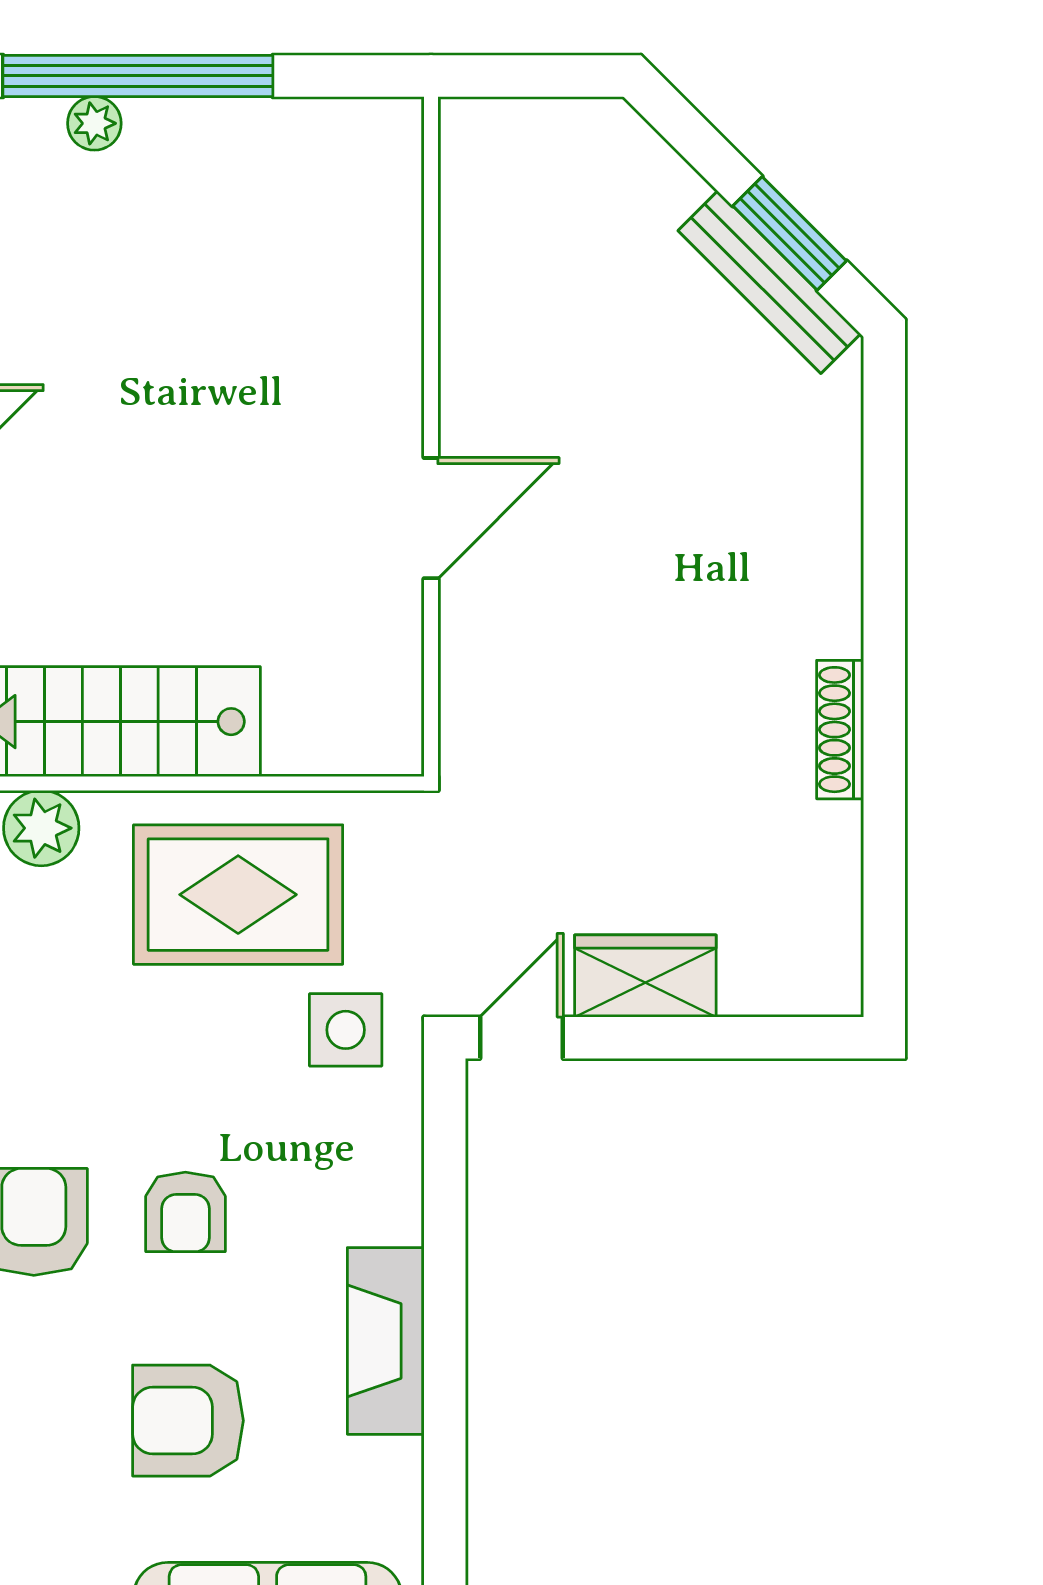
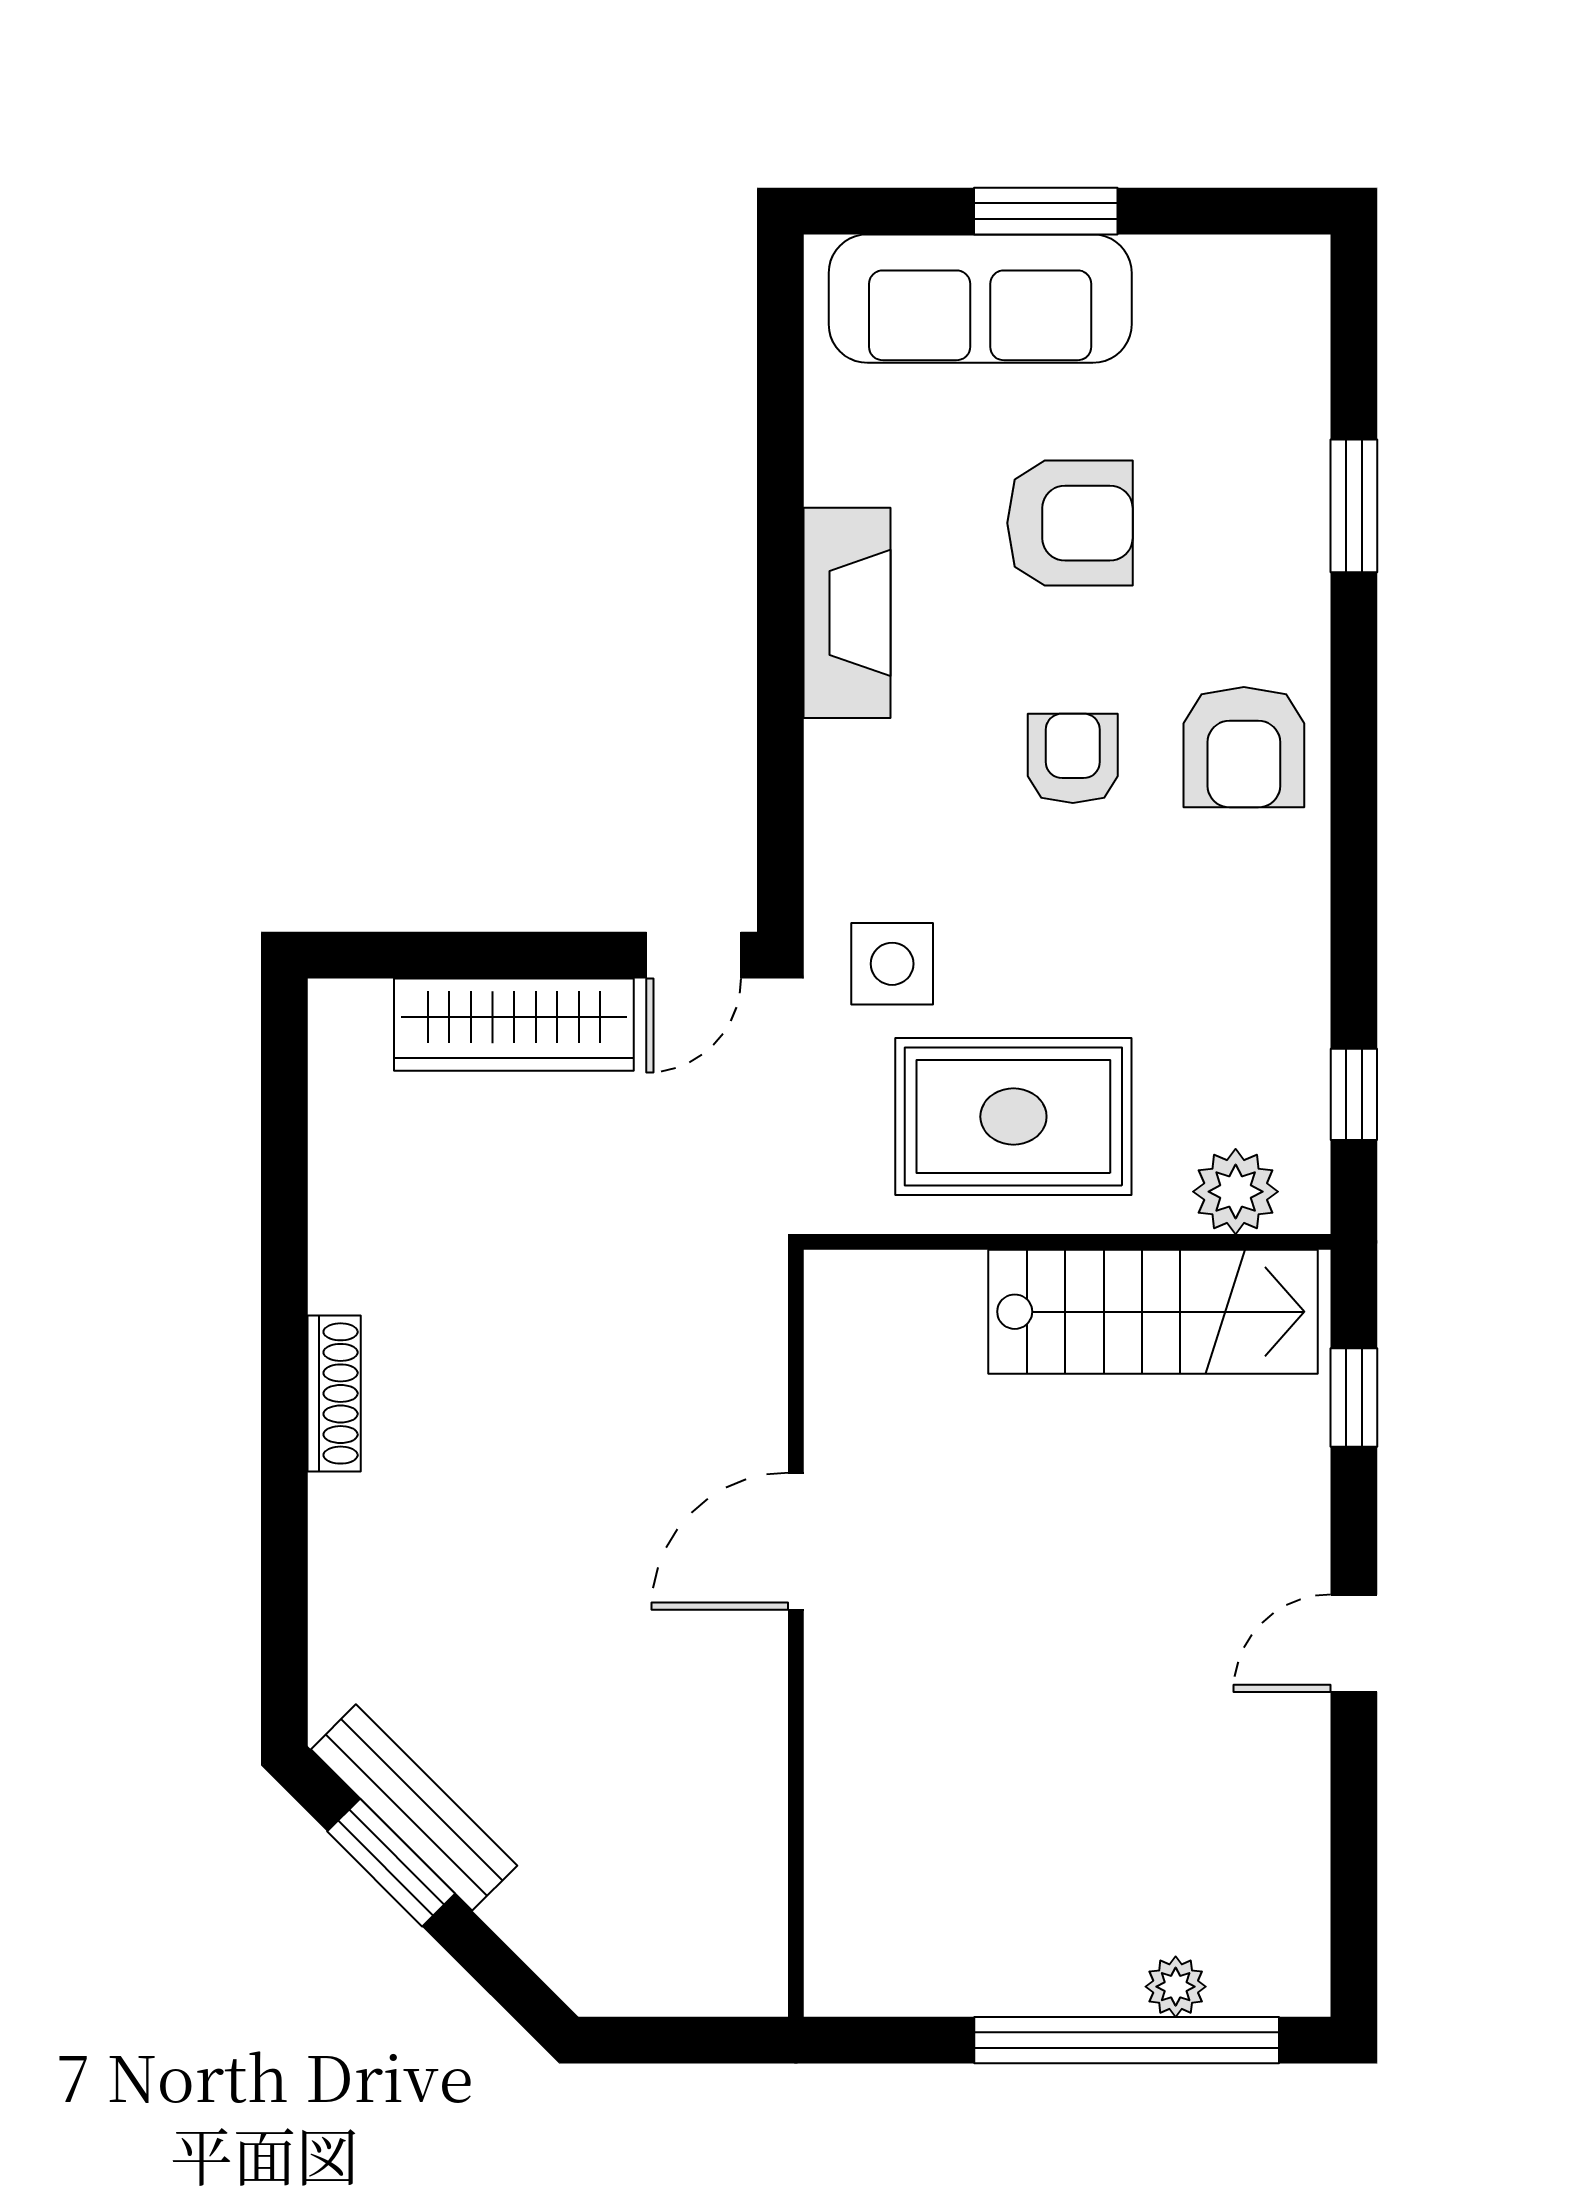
shoe rack: (840, 730) -> (334, 1393), moved
wardrobe: (645, 976) -> (514, 1025), width x1.50

